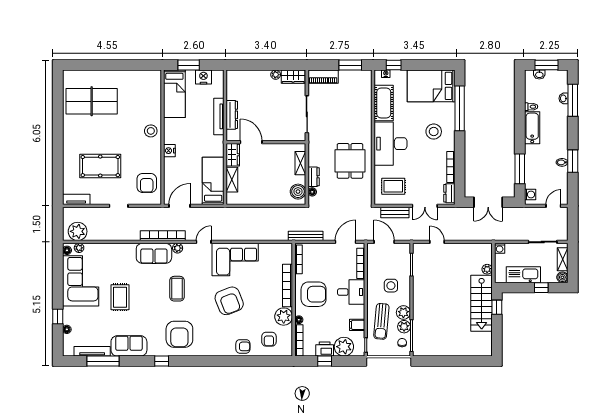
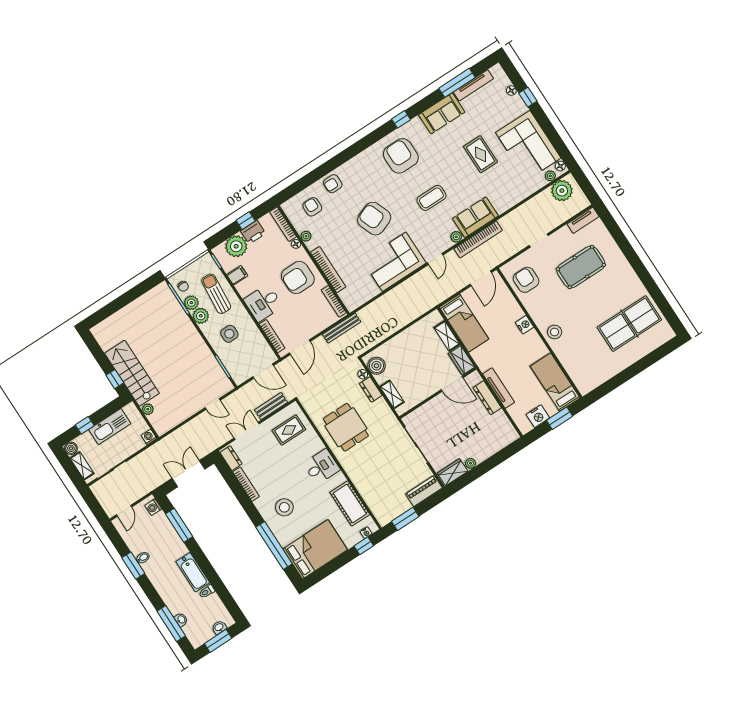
desk: (391, 144) -> (322, 467), width x0.53, depth x0.77
coffee table: (177, 289) -> (431, 198), turned 90
plant: (284, 317) -> (306, 236), width x0.53, depth x0.53

